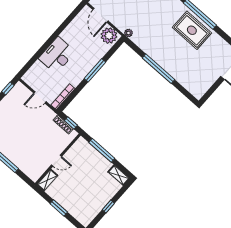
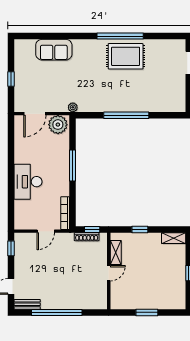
door: (100, 15) -> (35, 114), hinge flipped
window: (102, 150) -> (140, 230), width x0.46
shelving: (47, 180) -> (116, 253), moved

